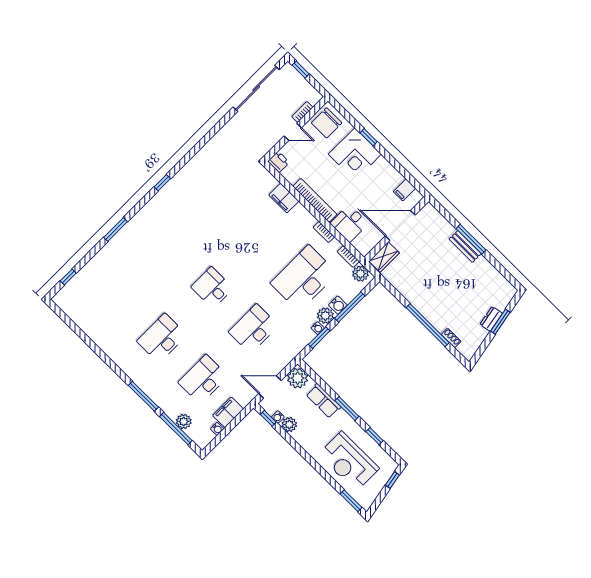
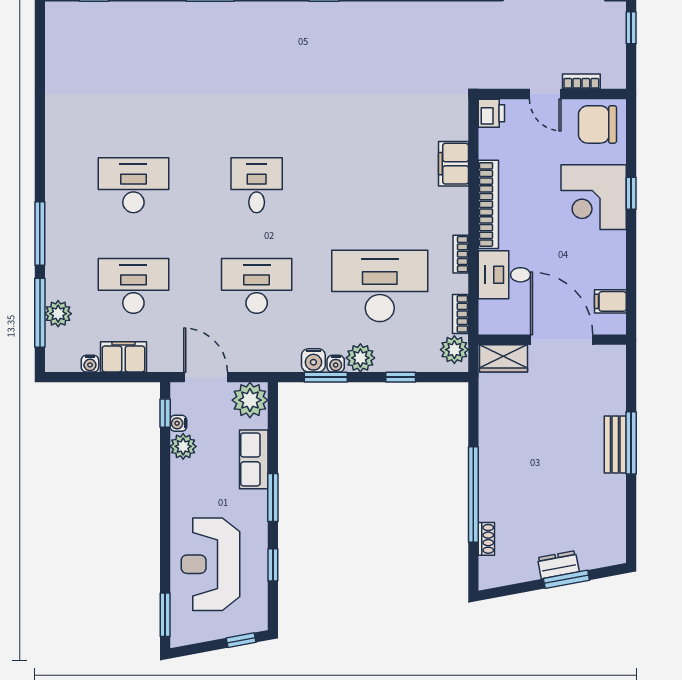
water cooler: (338, 305) -> (313, 360), moved
window: (350, 307) -> (401, 377), width x0.46

